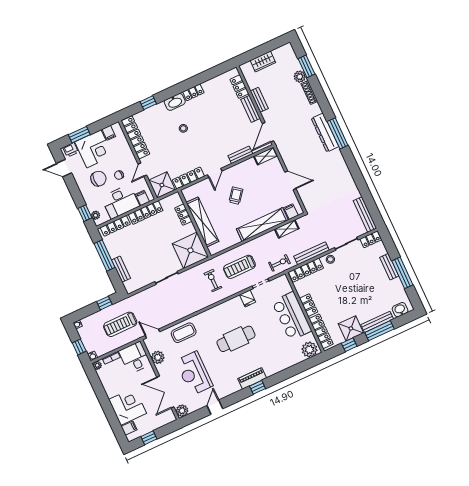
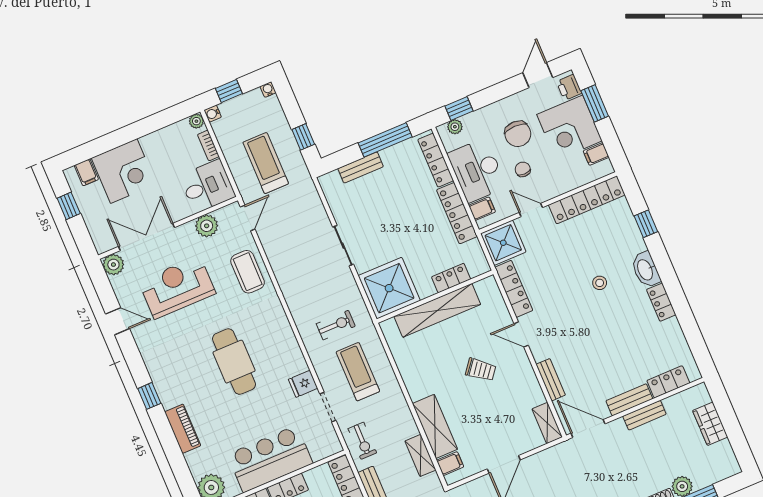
shelving: (262, 224) -> (435, 426), width x0.68
piano: (252, 378) -> (183, 429), moved

